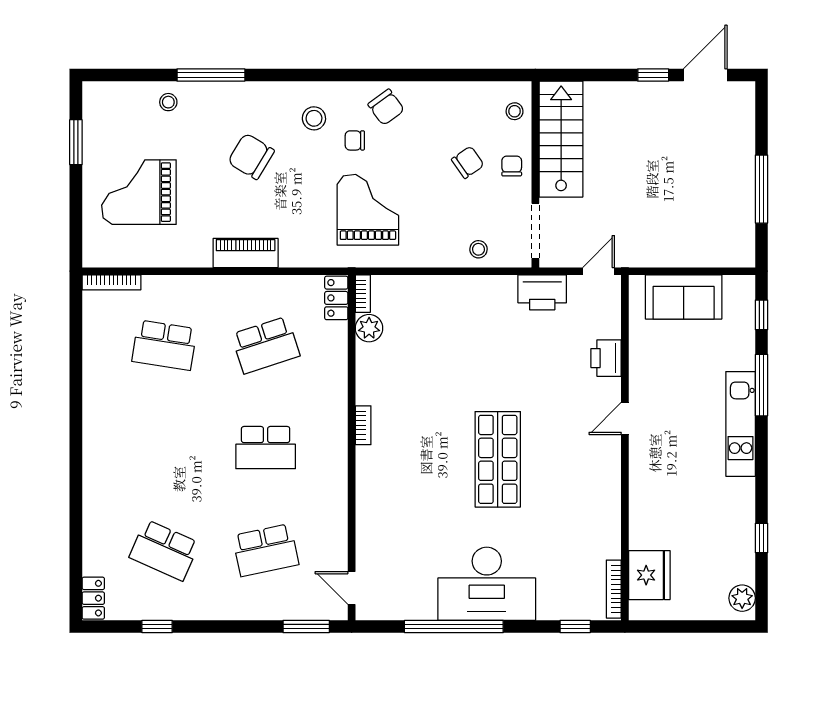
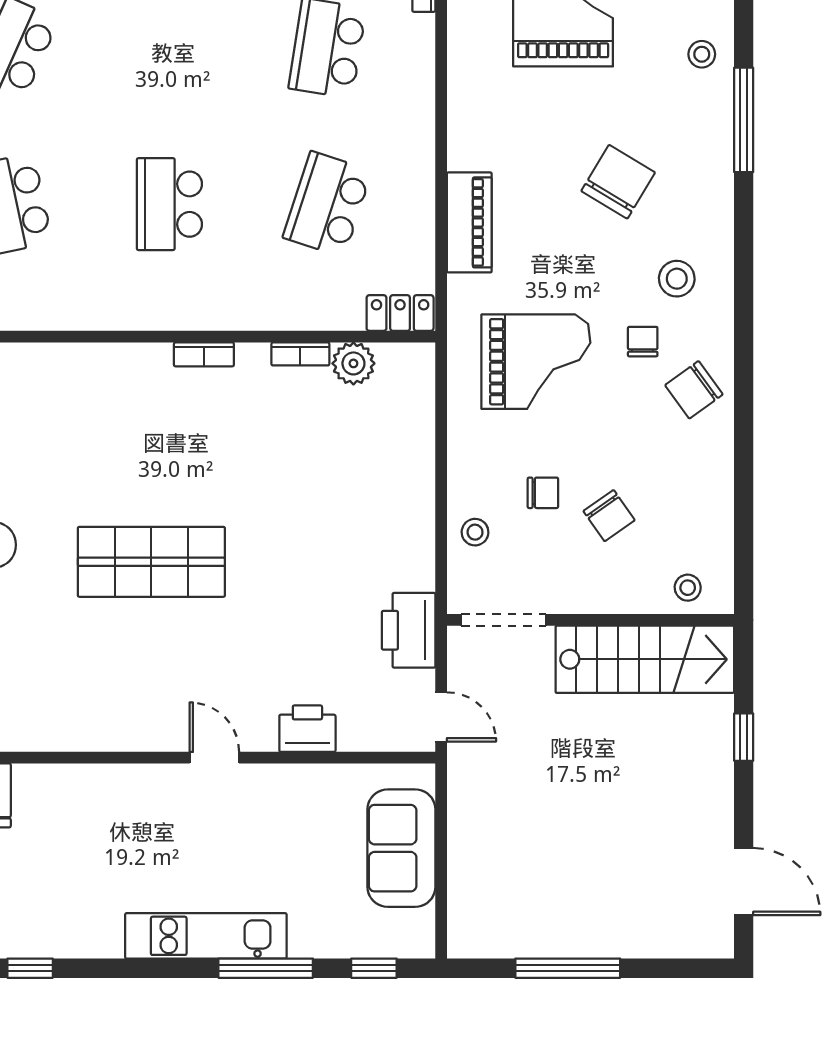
window: (653, 75) -> (744, 737), moved
chair: (512, 166) -> (543, 493), moved
piano: (246, 253) -> (469, 222), moved
bookcase: (363, 294) -> (300, 354), moved
school desk: (266, 345) -> (327, 204), turned 36

